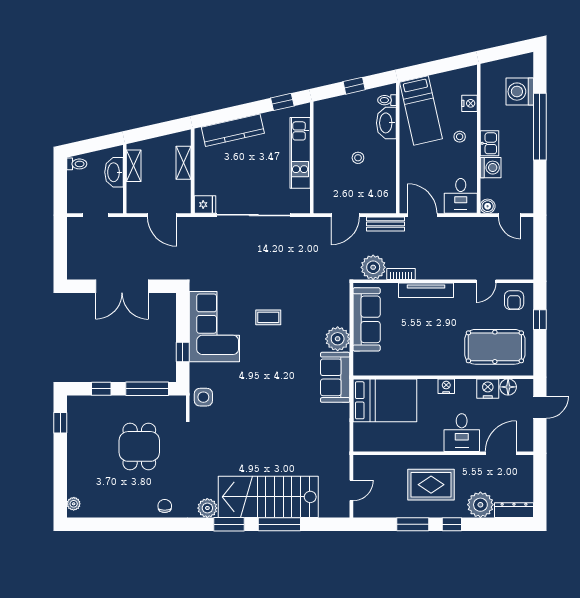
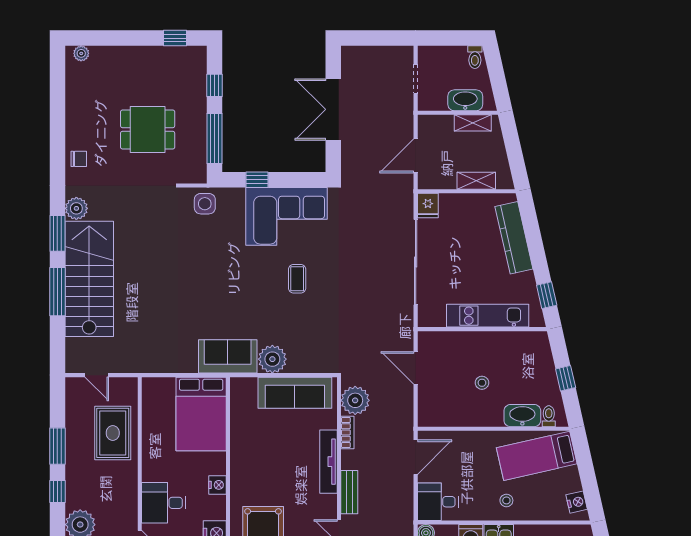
nightstand: (469, 103) -> (577, 502), moved, turned -103
bench: (386, 224) -> (349, 492), moved
rug: (431, 485) -> (113, 433), moved

